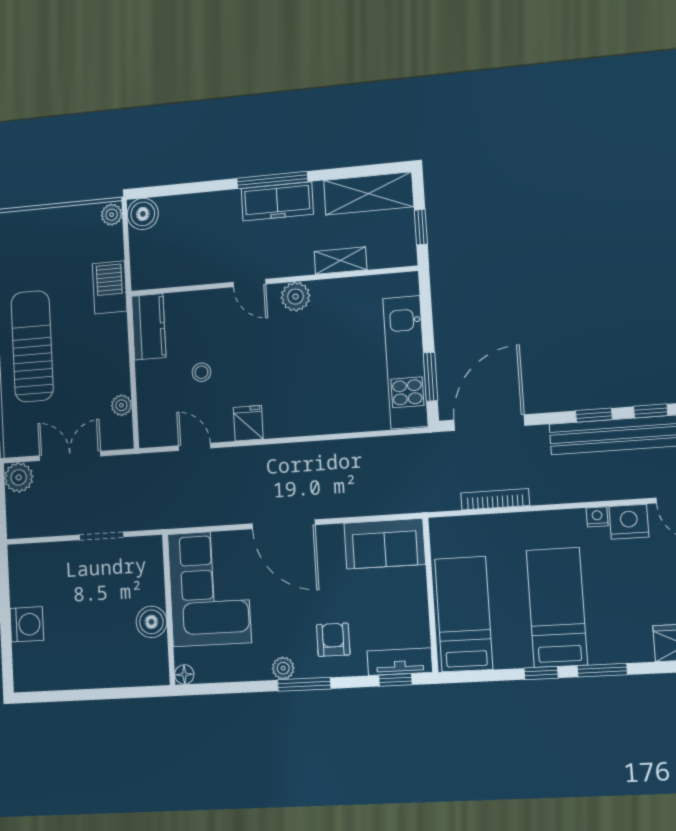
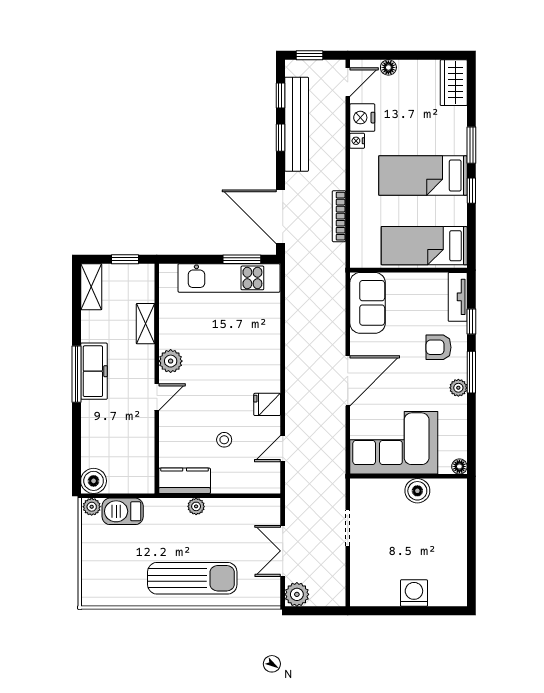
shelving: (369, 194) -> (91, 287), width x0.67, depth x0.75
barbecue: (110, 287) -> (123, 511), moved
sun lounger: (32, 346) -> (192, 578), turned 180
plant: (121, 405) -> (196, 506), moved
window: (395, 680) -> (471, 321), moved

